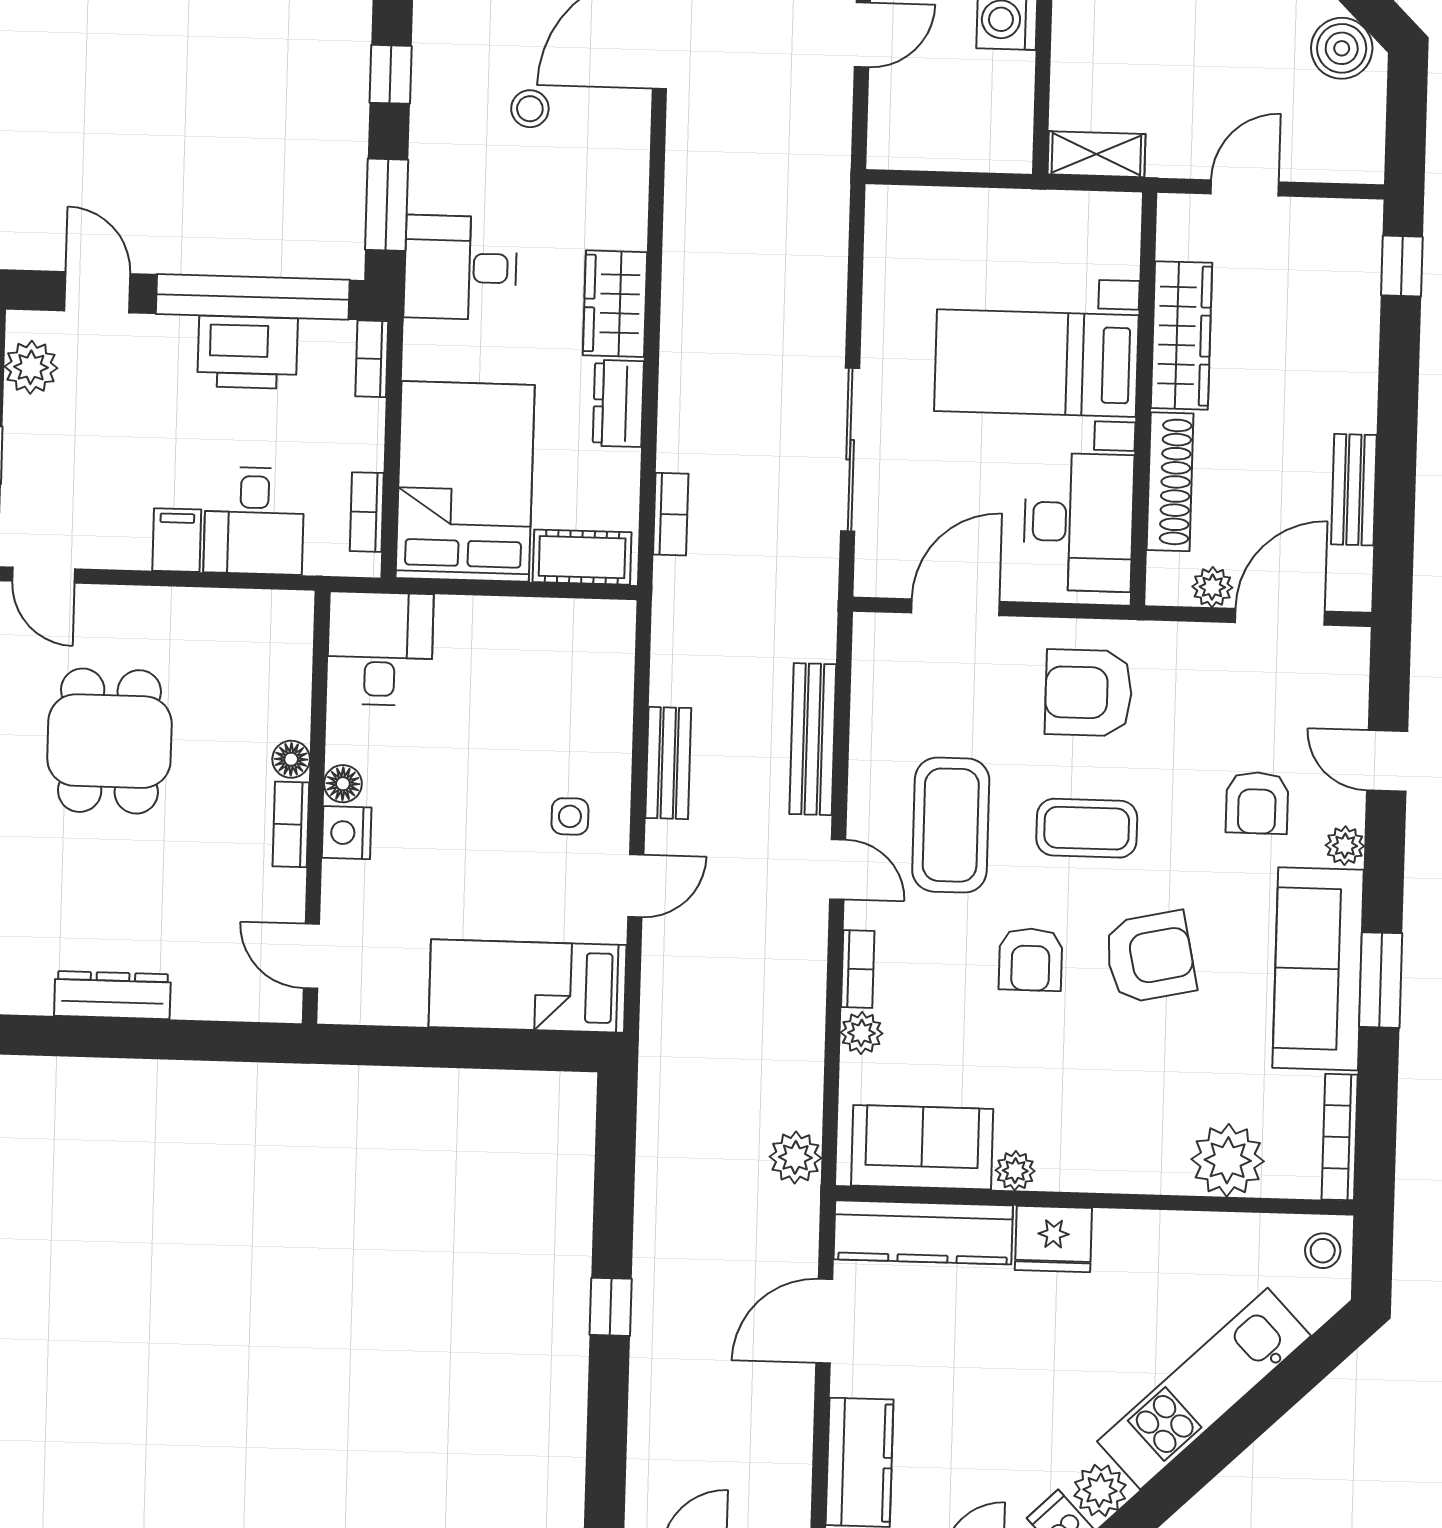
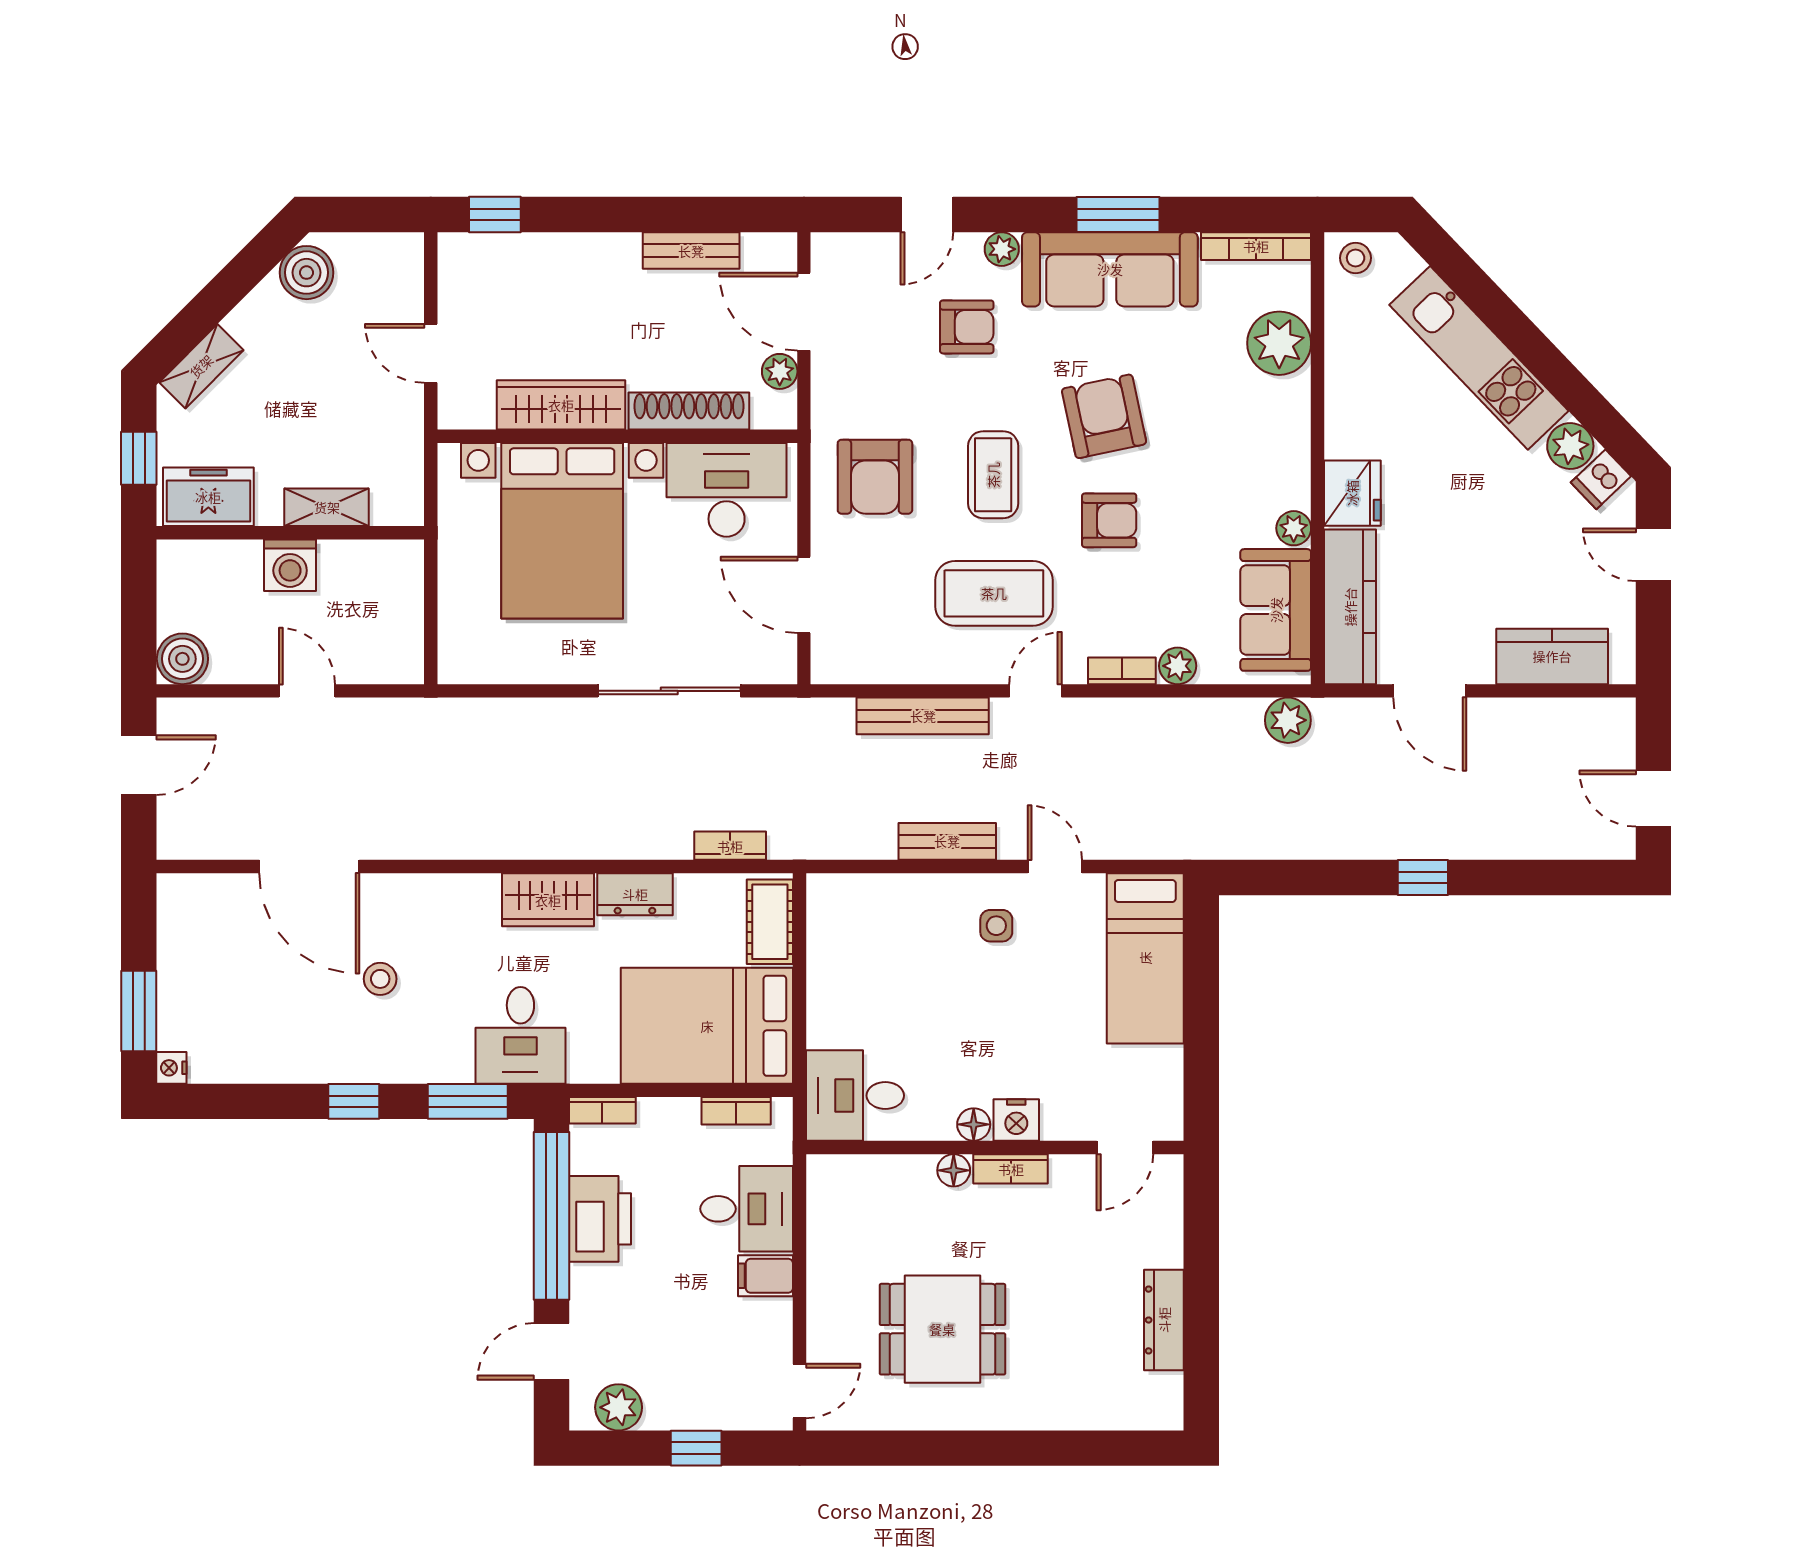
shelving: (1096, 154) -> (327, 507), moved, turned 90
bed with nightstands: (1036, 363) -> (562, 531), width x1.36

